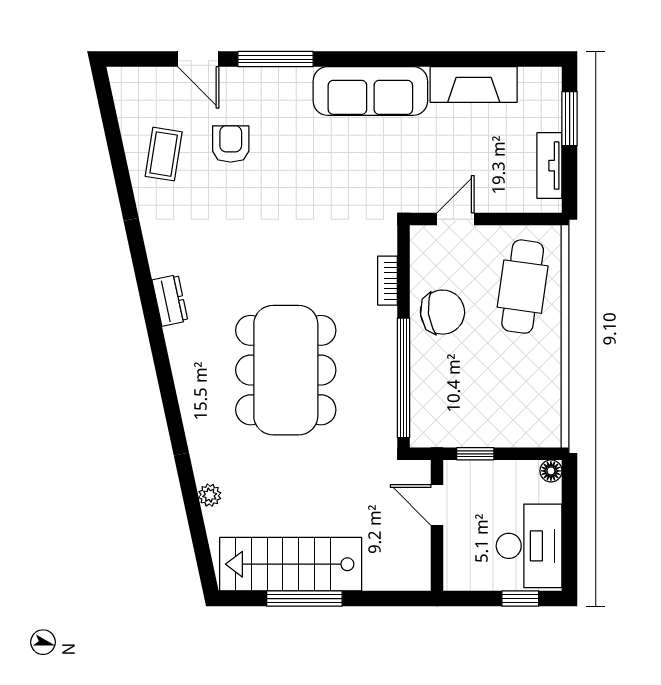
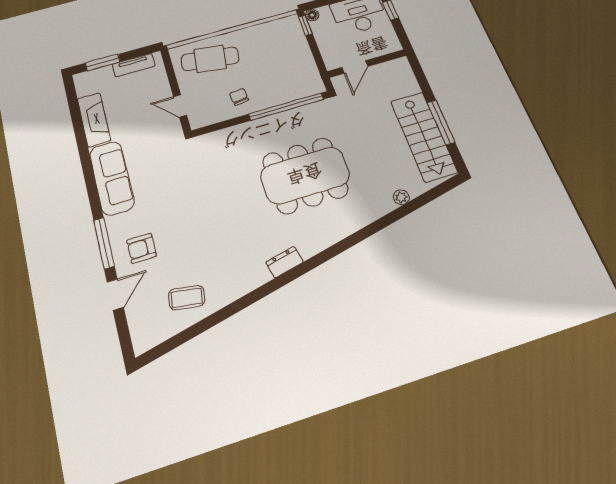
armchair: (231, 144) -> (141, 248), moved
bookcase: (388, 281) -> (229, 133), removed
chair: (442, 312) -> (239, 97), width x0.54, depth x0.54
window: (475, 454) -> (305, 25), moved

